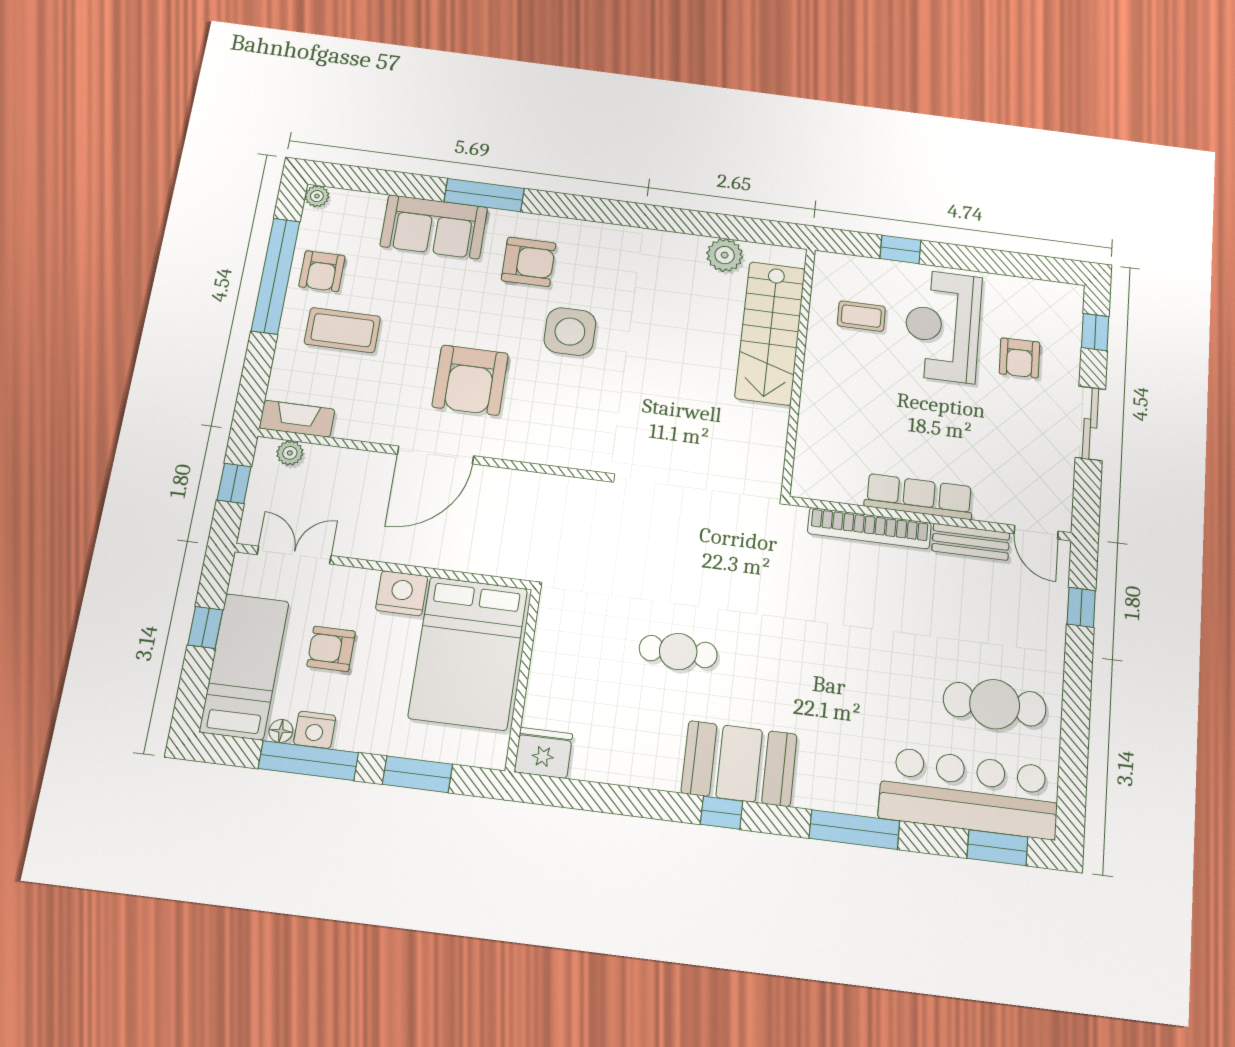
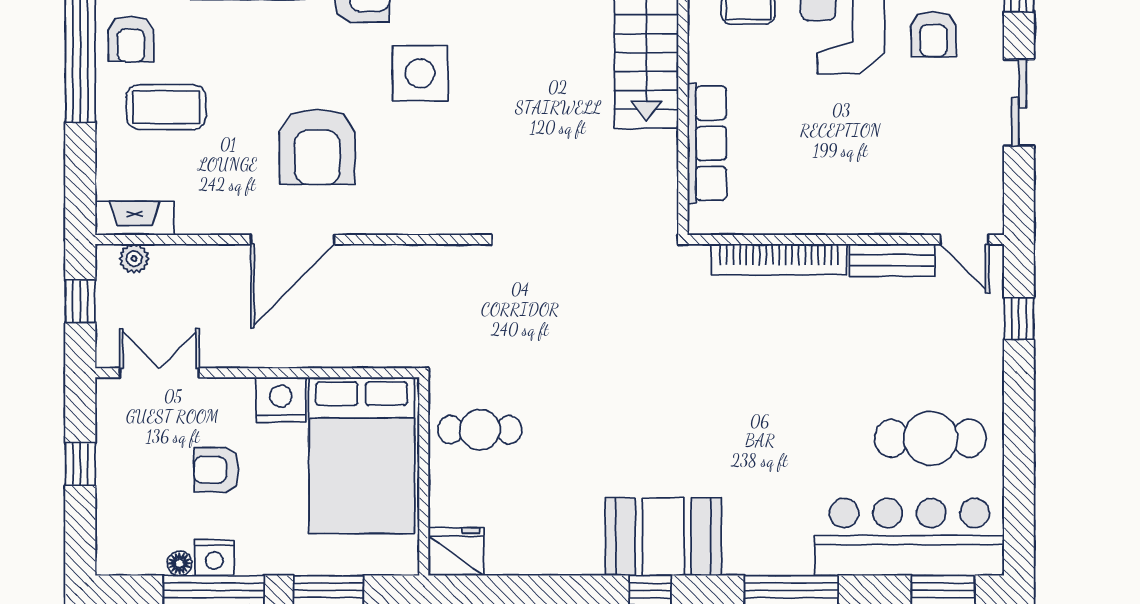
row of seats: (919, 497) -> (707, 143), moved, turned 90
cafe table: (678, 651) -> (480, 430), moved
bed: (244, 666) -> (129, 500), removed

